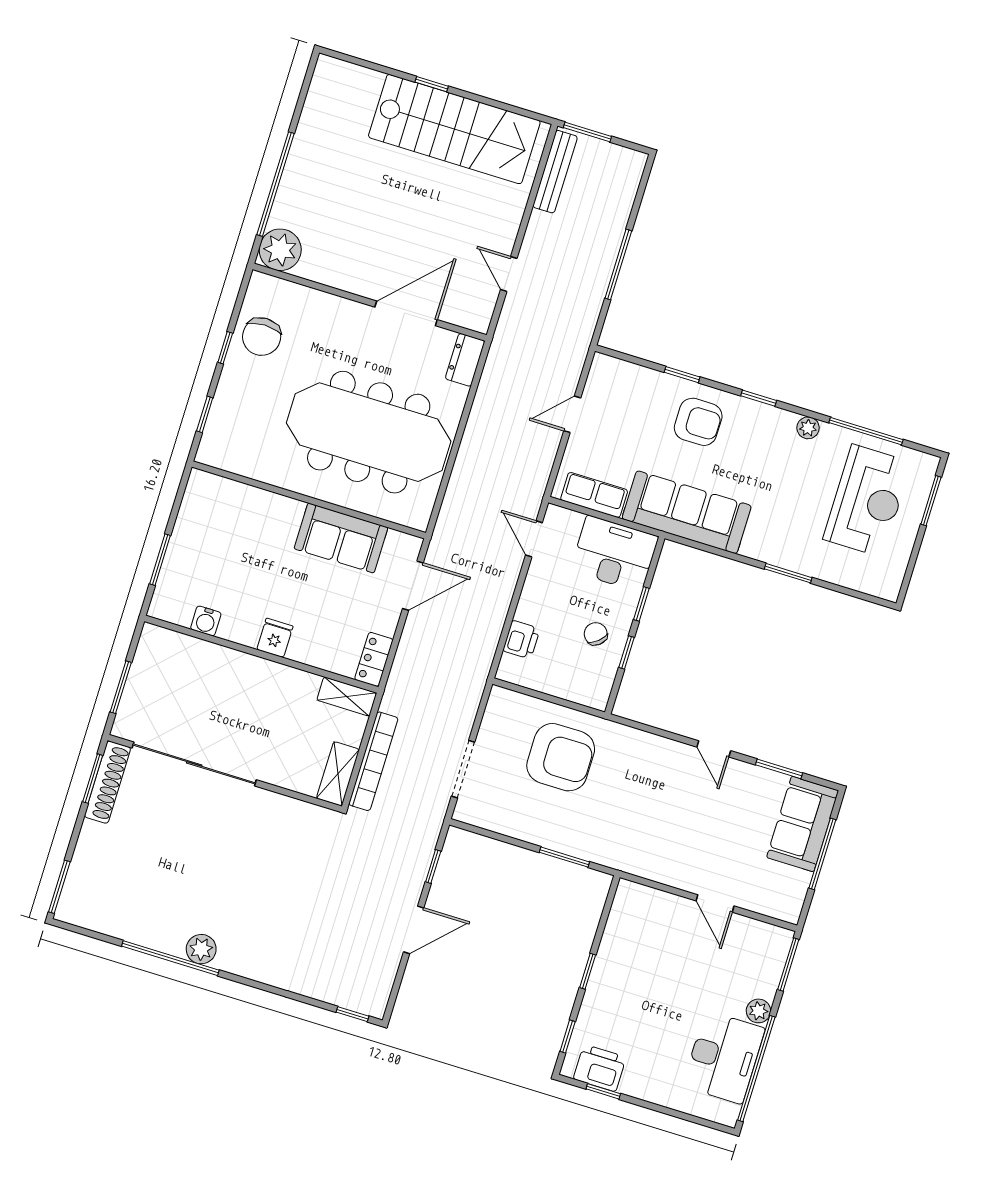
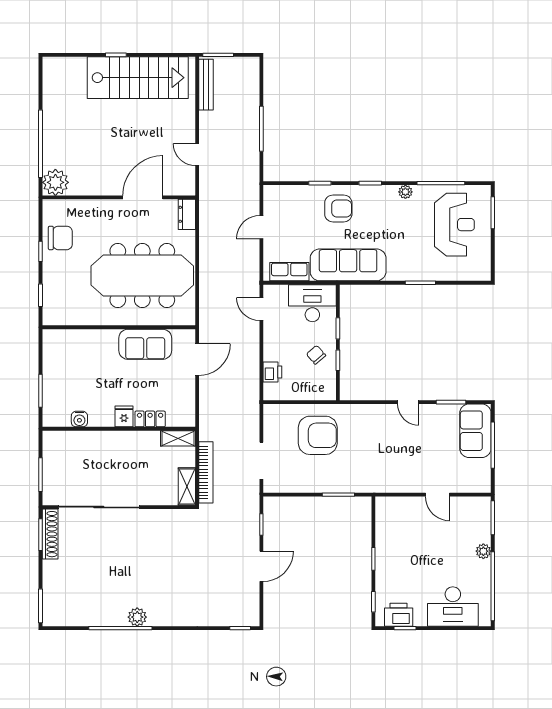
chair: (262, 337) -> (60, 238), turned -90
locker: (374, 659) -> (150, 419), moved, turned 90
desk: (724, 1057) -> (453, 607), moved, turned 90

